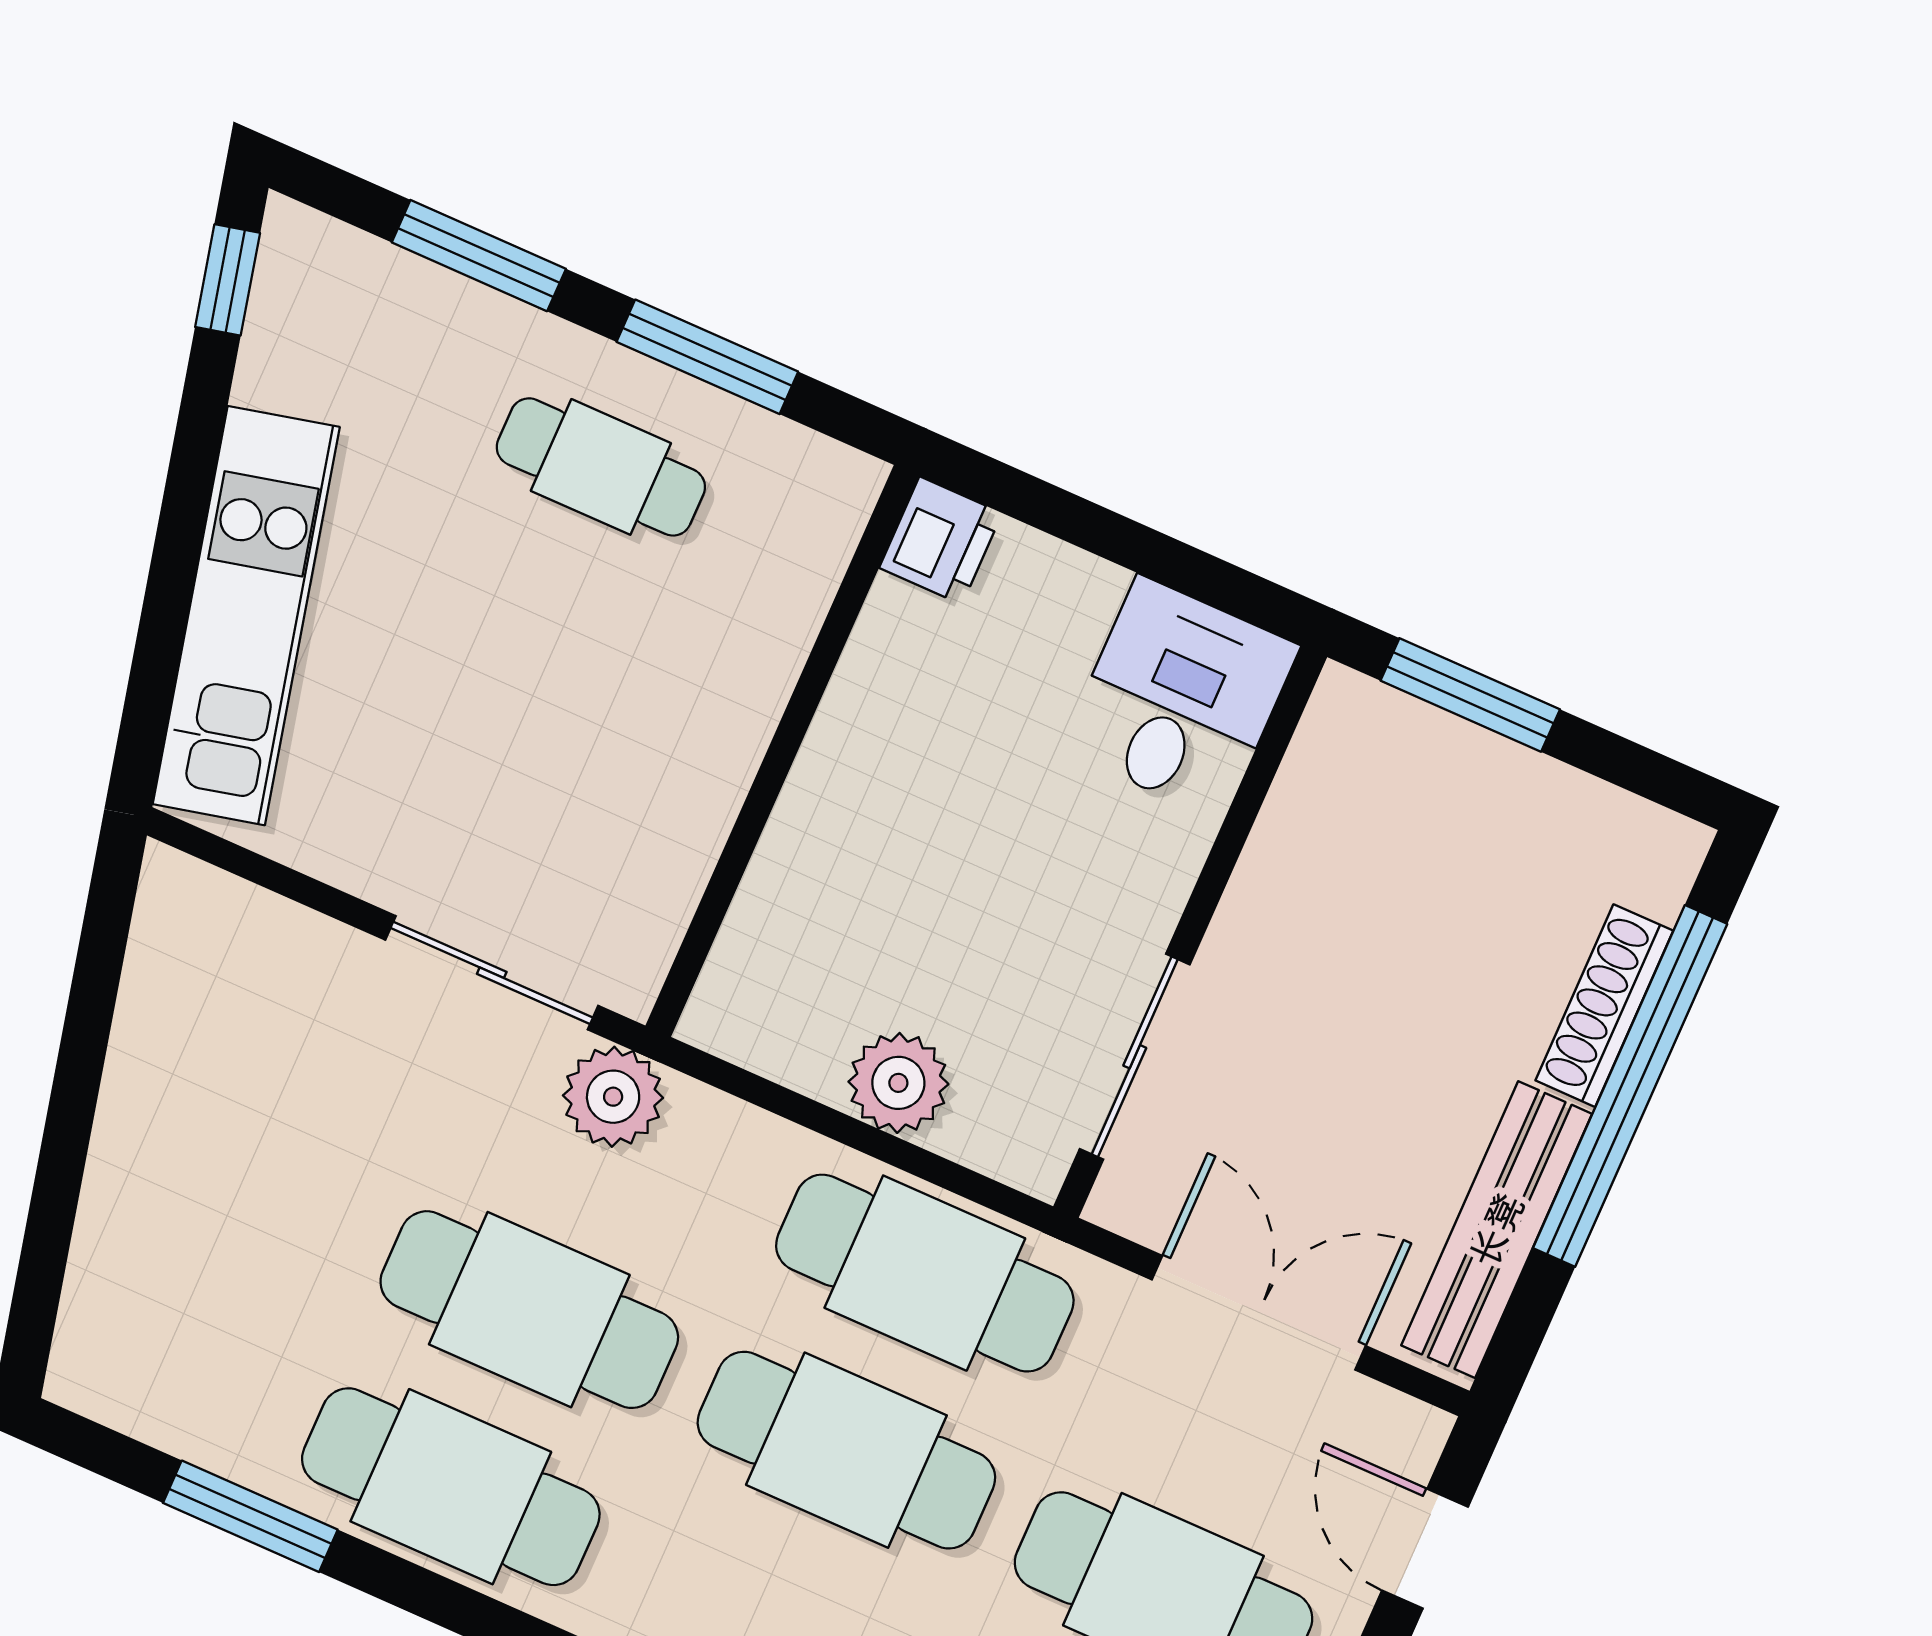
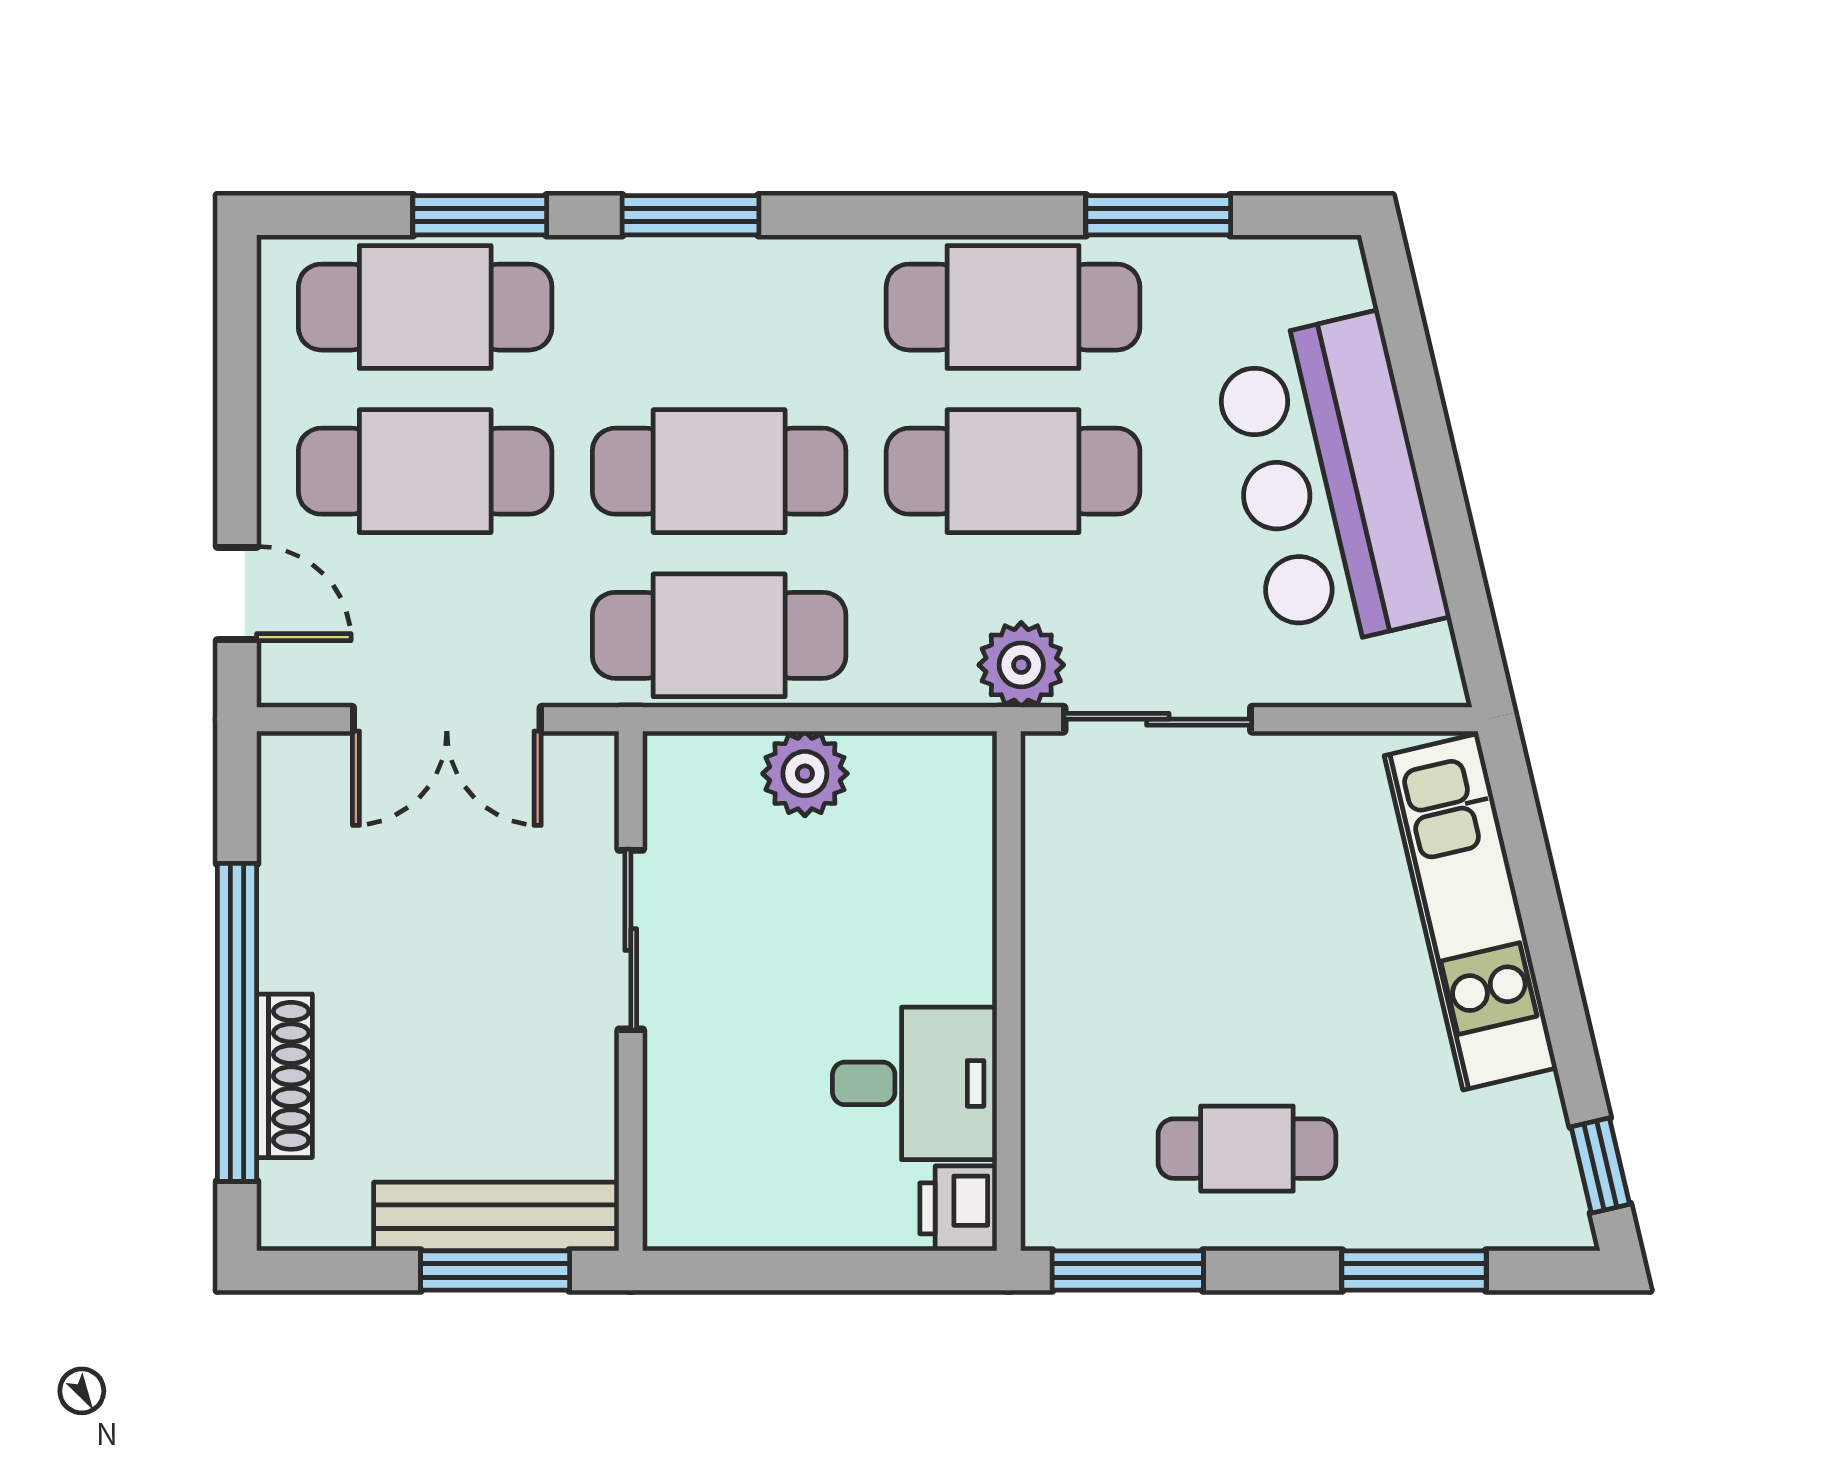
window: (707, 357) -> (1128, 1271), moved
desk: (1180, 698) -> (915, 1083), moved, turned -90
sliding door: (1135, 1057) -> (631, 940), moved
bar counter: (194, 1145) -> (1330, 483), added
bench: (1497, 1230) -> (496, 1217), moved, turned 90

